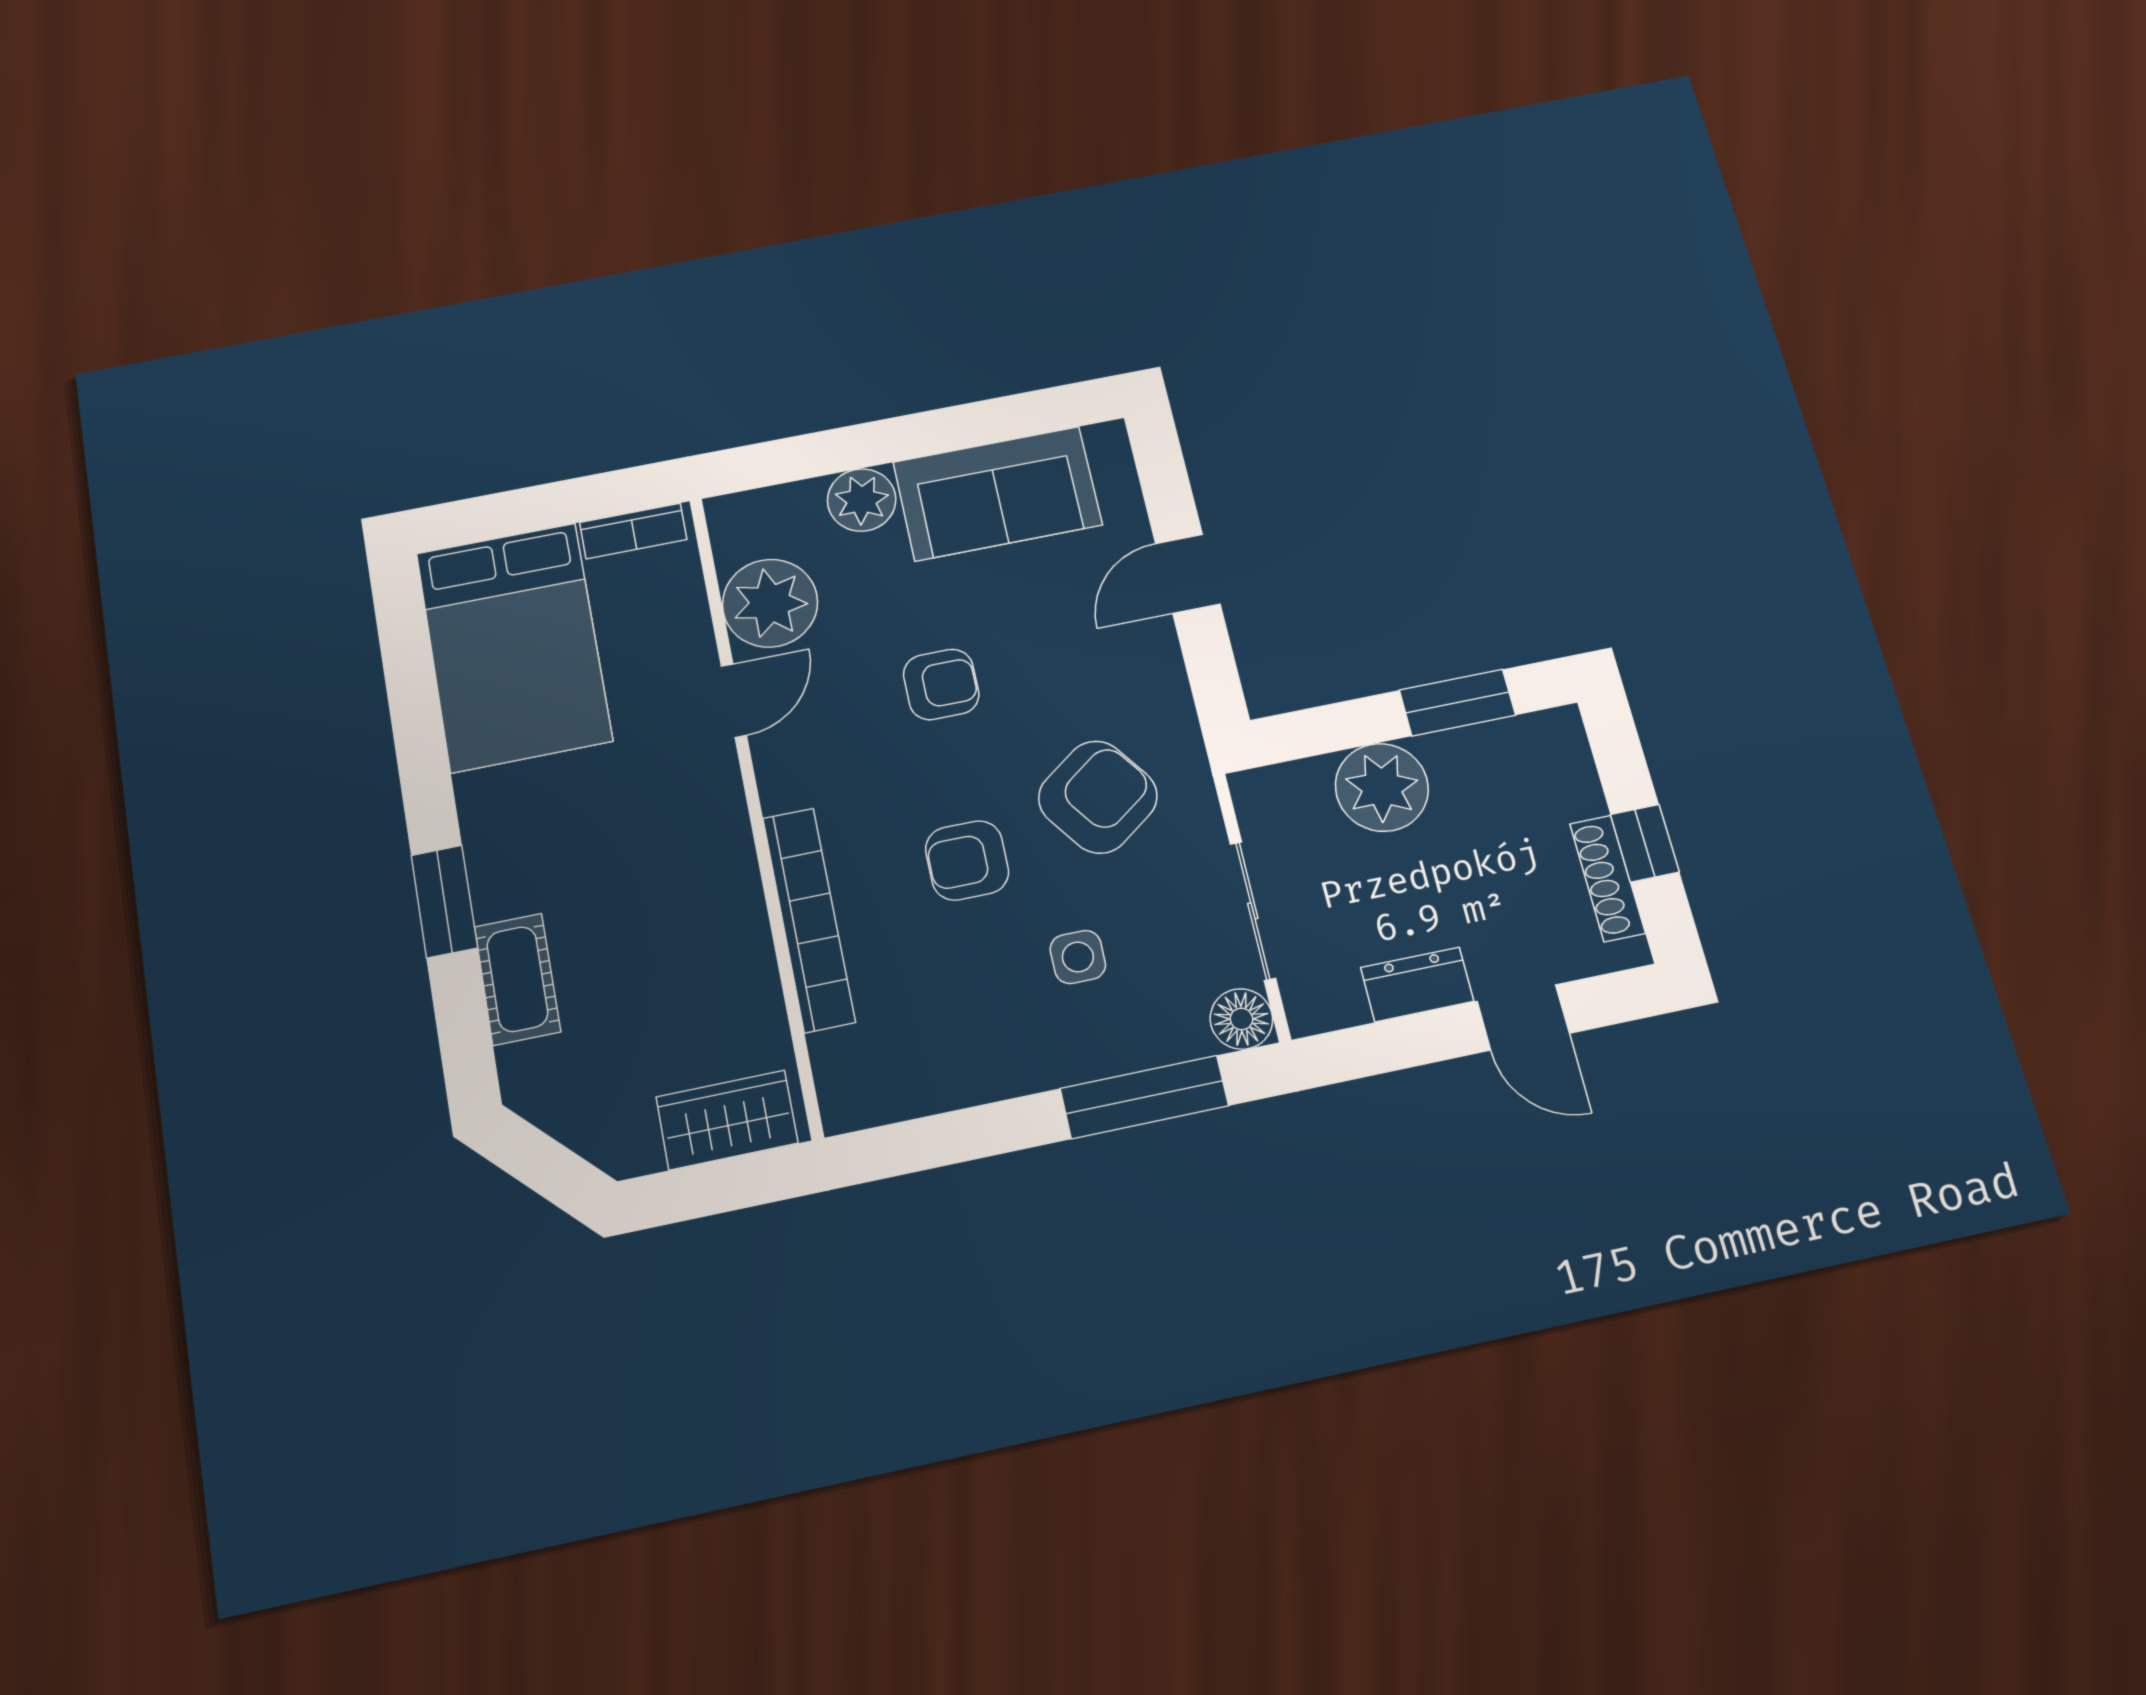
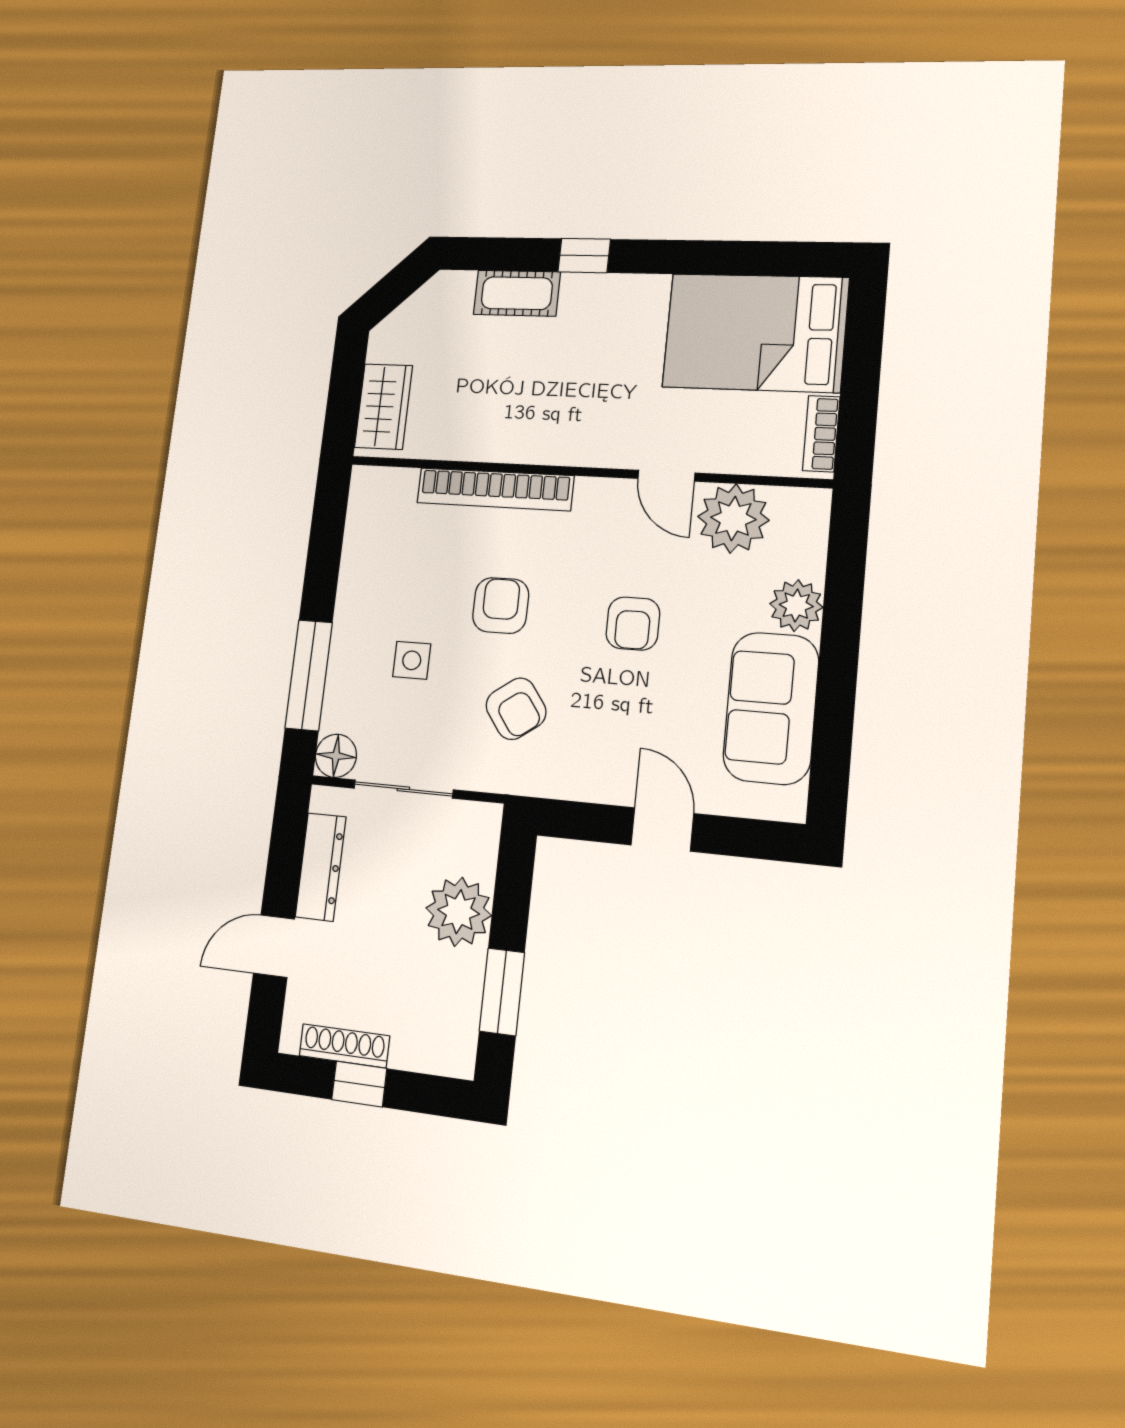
armchair: (1098, 797) -> (516, 709), width x0.72, depth x0.72
window: (444, 901) -> (584, 256), width x0.67
dresser: (1417, 984) -> (321, 867), width x1.44

